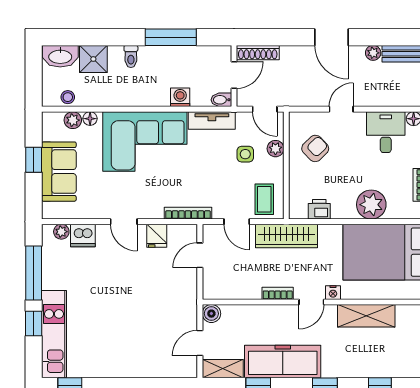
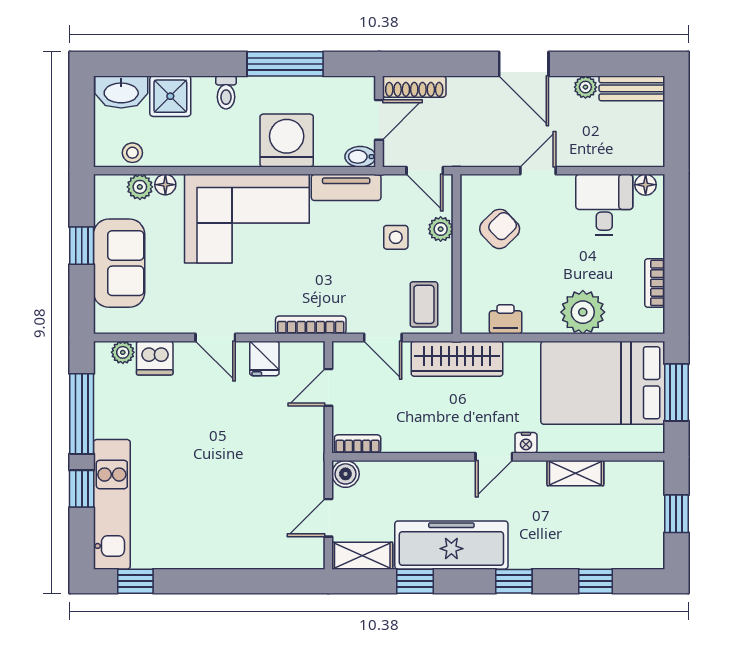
washing machine: (180, 97) -> (287, 140), width x1.89, depth x1.89
bookcase: (278, 293) -> (358, 444), moved
shelving: (366, 316) -> (575, 473), width x0.67, depth x0.75

